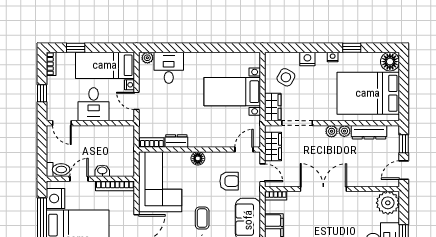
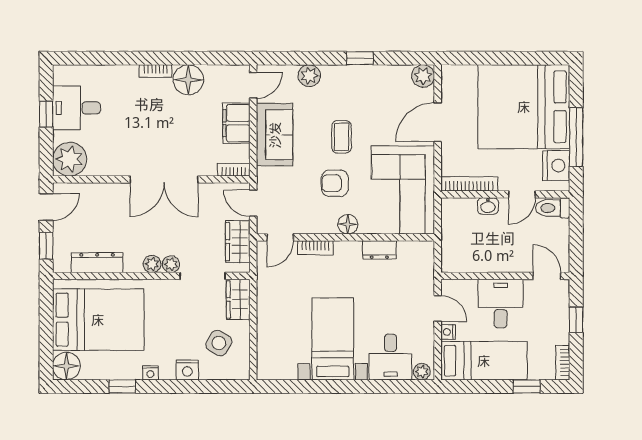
bed with nightstands: (232, 92) -> (333, 339), moved, turned -90
plant: (344, 131) -> (171, 264), moved
bookcase: (152, 142) -> (315, 248), moved
armchair: (229, 181) -> (335, 183), moved

